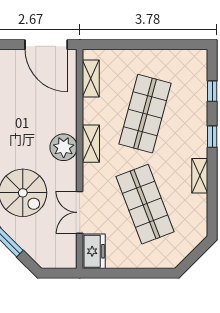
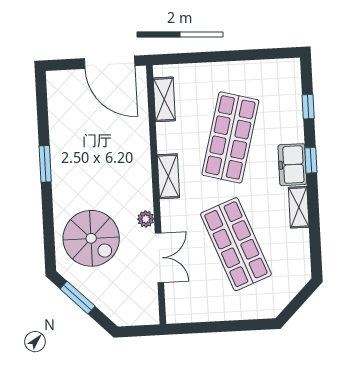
plant: (64, 147) -> (146, 219), moved, width x0.53, depth x0.53
double door: (80, 212) -> (159, 258), swing flipped
freezer: (94, 251) -> (292, 165), moved, turned 180

